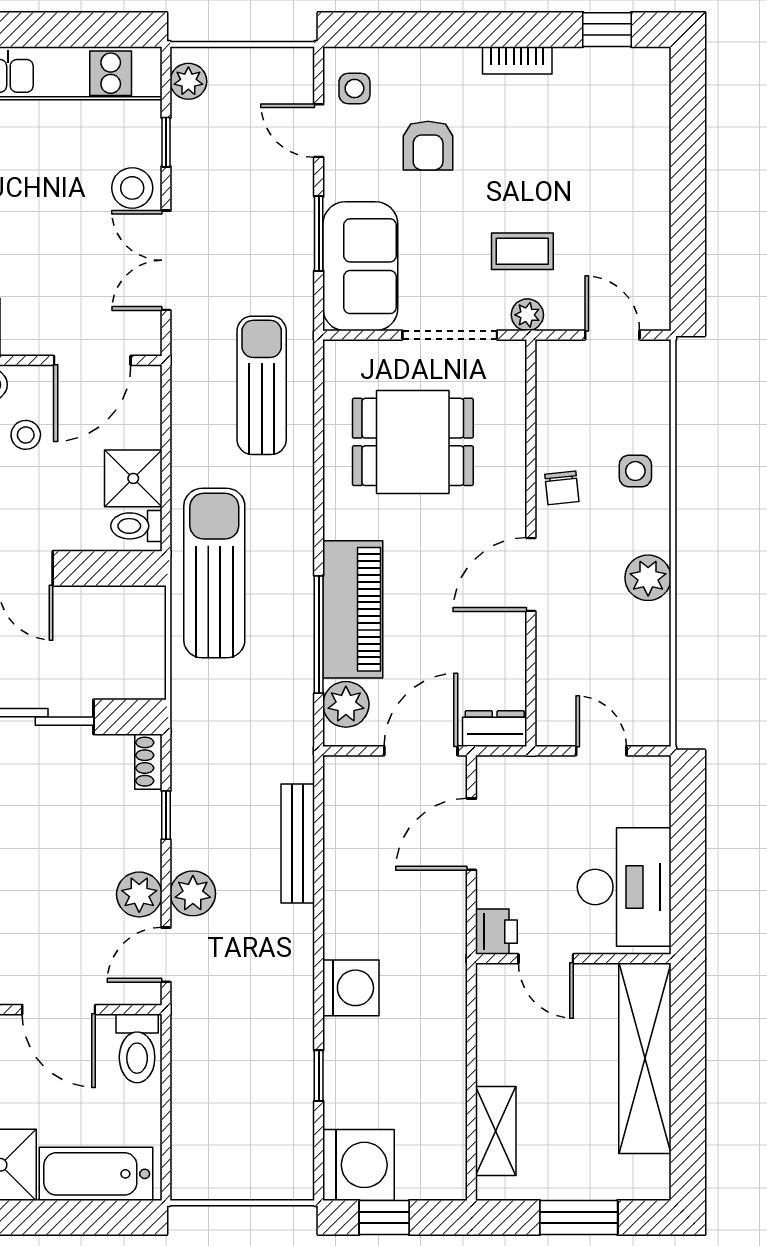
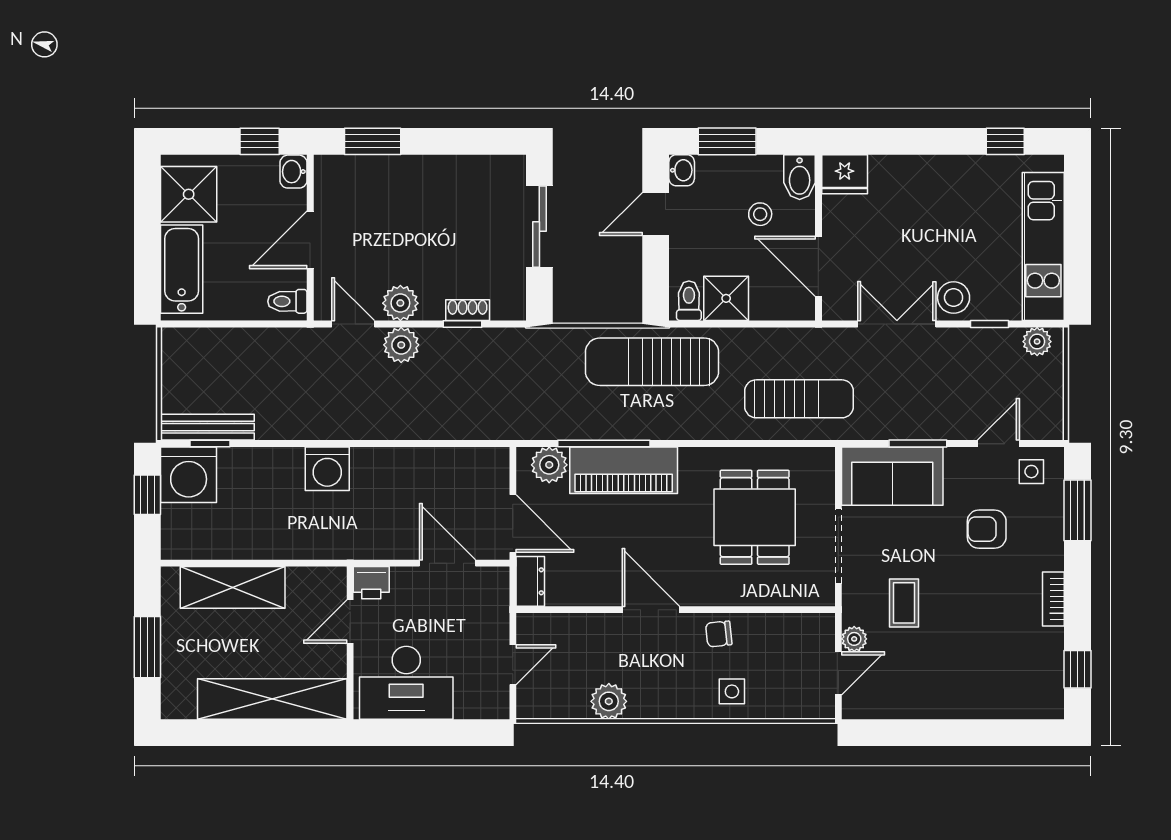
window: (404, 30) -> (1078, 510), added
plant: (527, 315) -> (854, 639), moved
sun lounger: (214, 573) -> (652, 362), turned 180
plant: (648, 578) -> (609, 701), moved
shoe rack: (148, 762) -> (468, 310), moved
bench: (298, 844) -> (207, 427), moved
toilet: (137, 1048) -> (287, 301), width x0.73, depth x0.72
window: (319, 1076) -> (210, 444), moved
shelving: (496, 1131) -> (233, 587), width x1.50, depth x1.33

